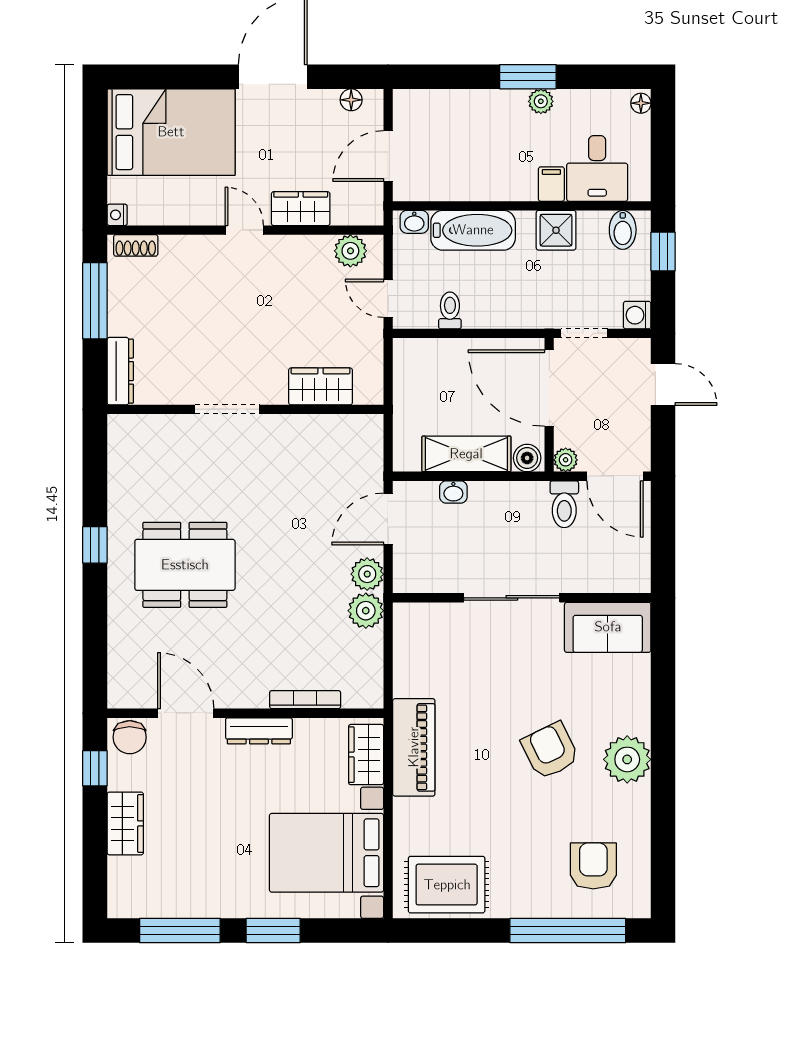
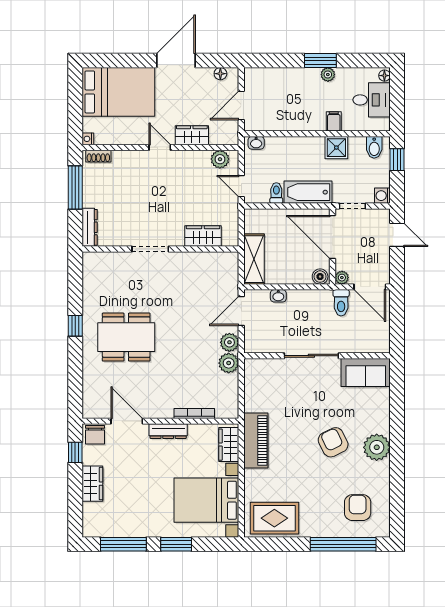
desk: (597, 168) -> (372, 100), moved, turned -90
bathtub: (473, 230) -> (308, 192), moved, turned 180
shelving: (466, 454) -> (254, 259), moved, turned 90

